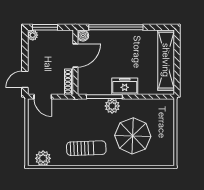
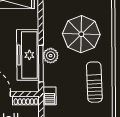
freezer: (125, 86) -> (28, 55), width x1.91, depth x1.26
barbecue: (73, 105) -> (50, 96), added

